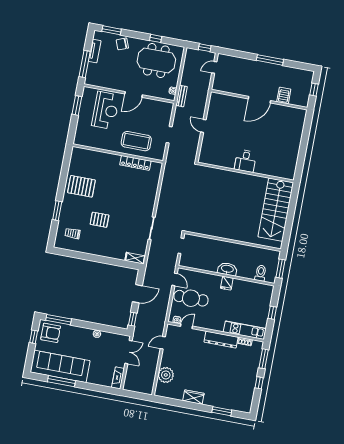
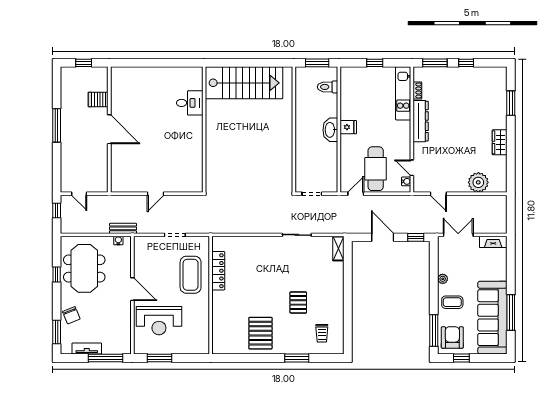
reception desk: (106, 110) -> (159, 321), turned 180
desk: (245, 161) -> (190, 103), moved
coffee table: (78, 338) -> (452, 302), added

